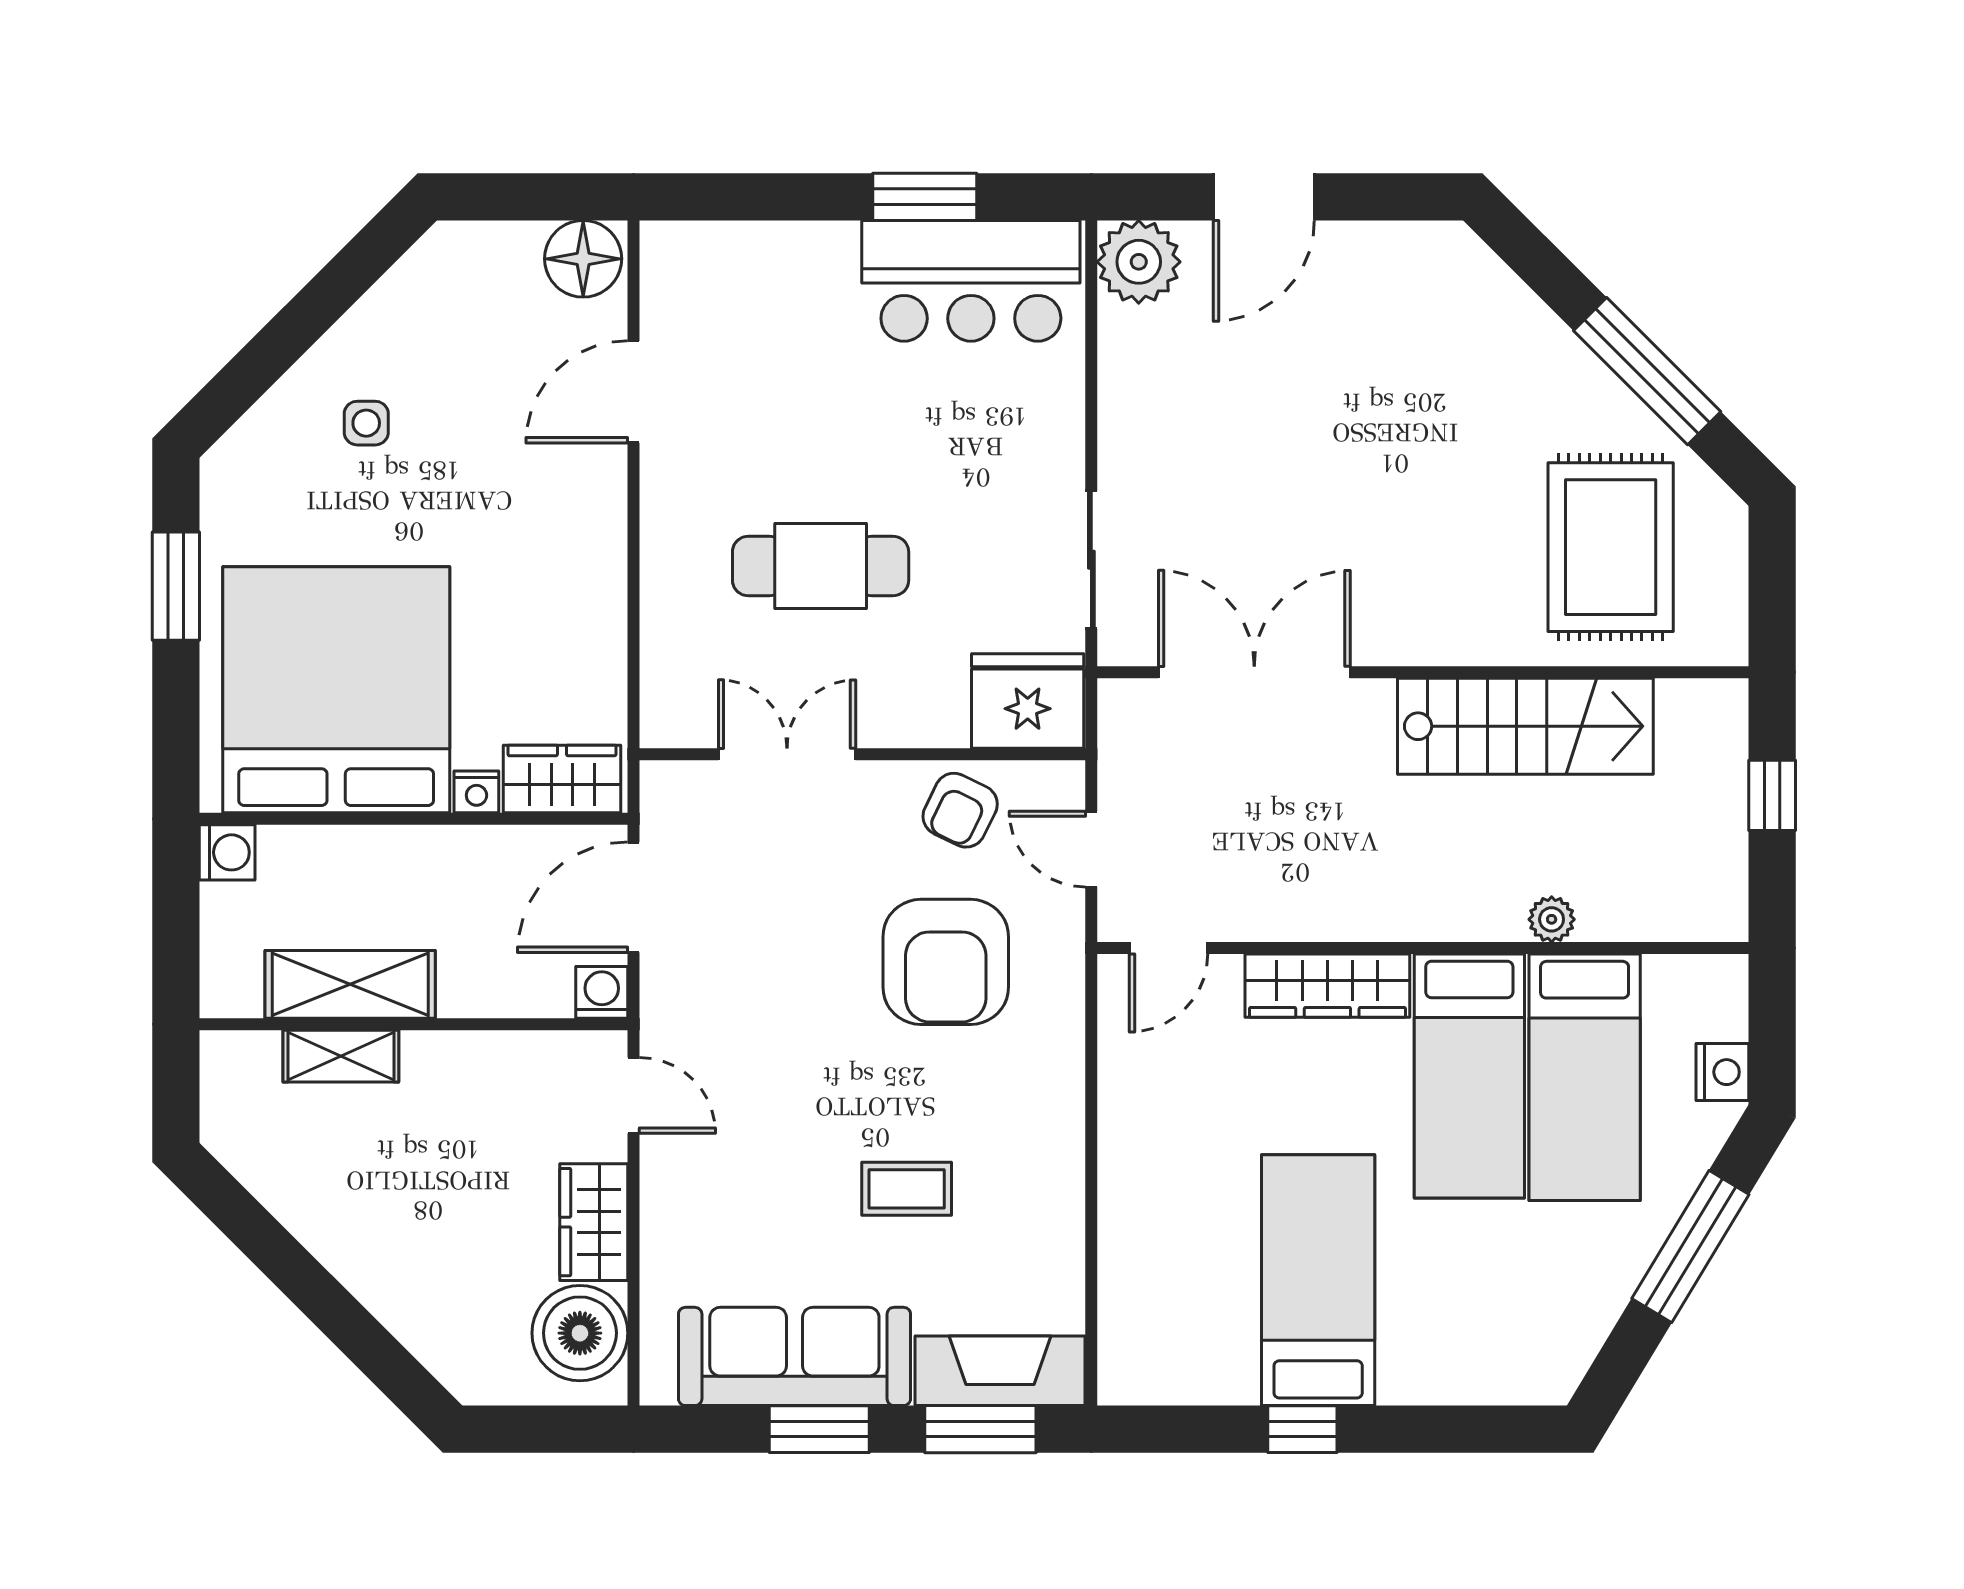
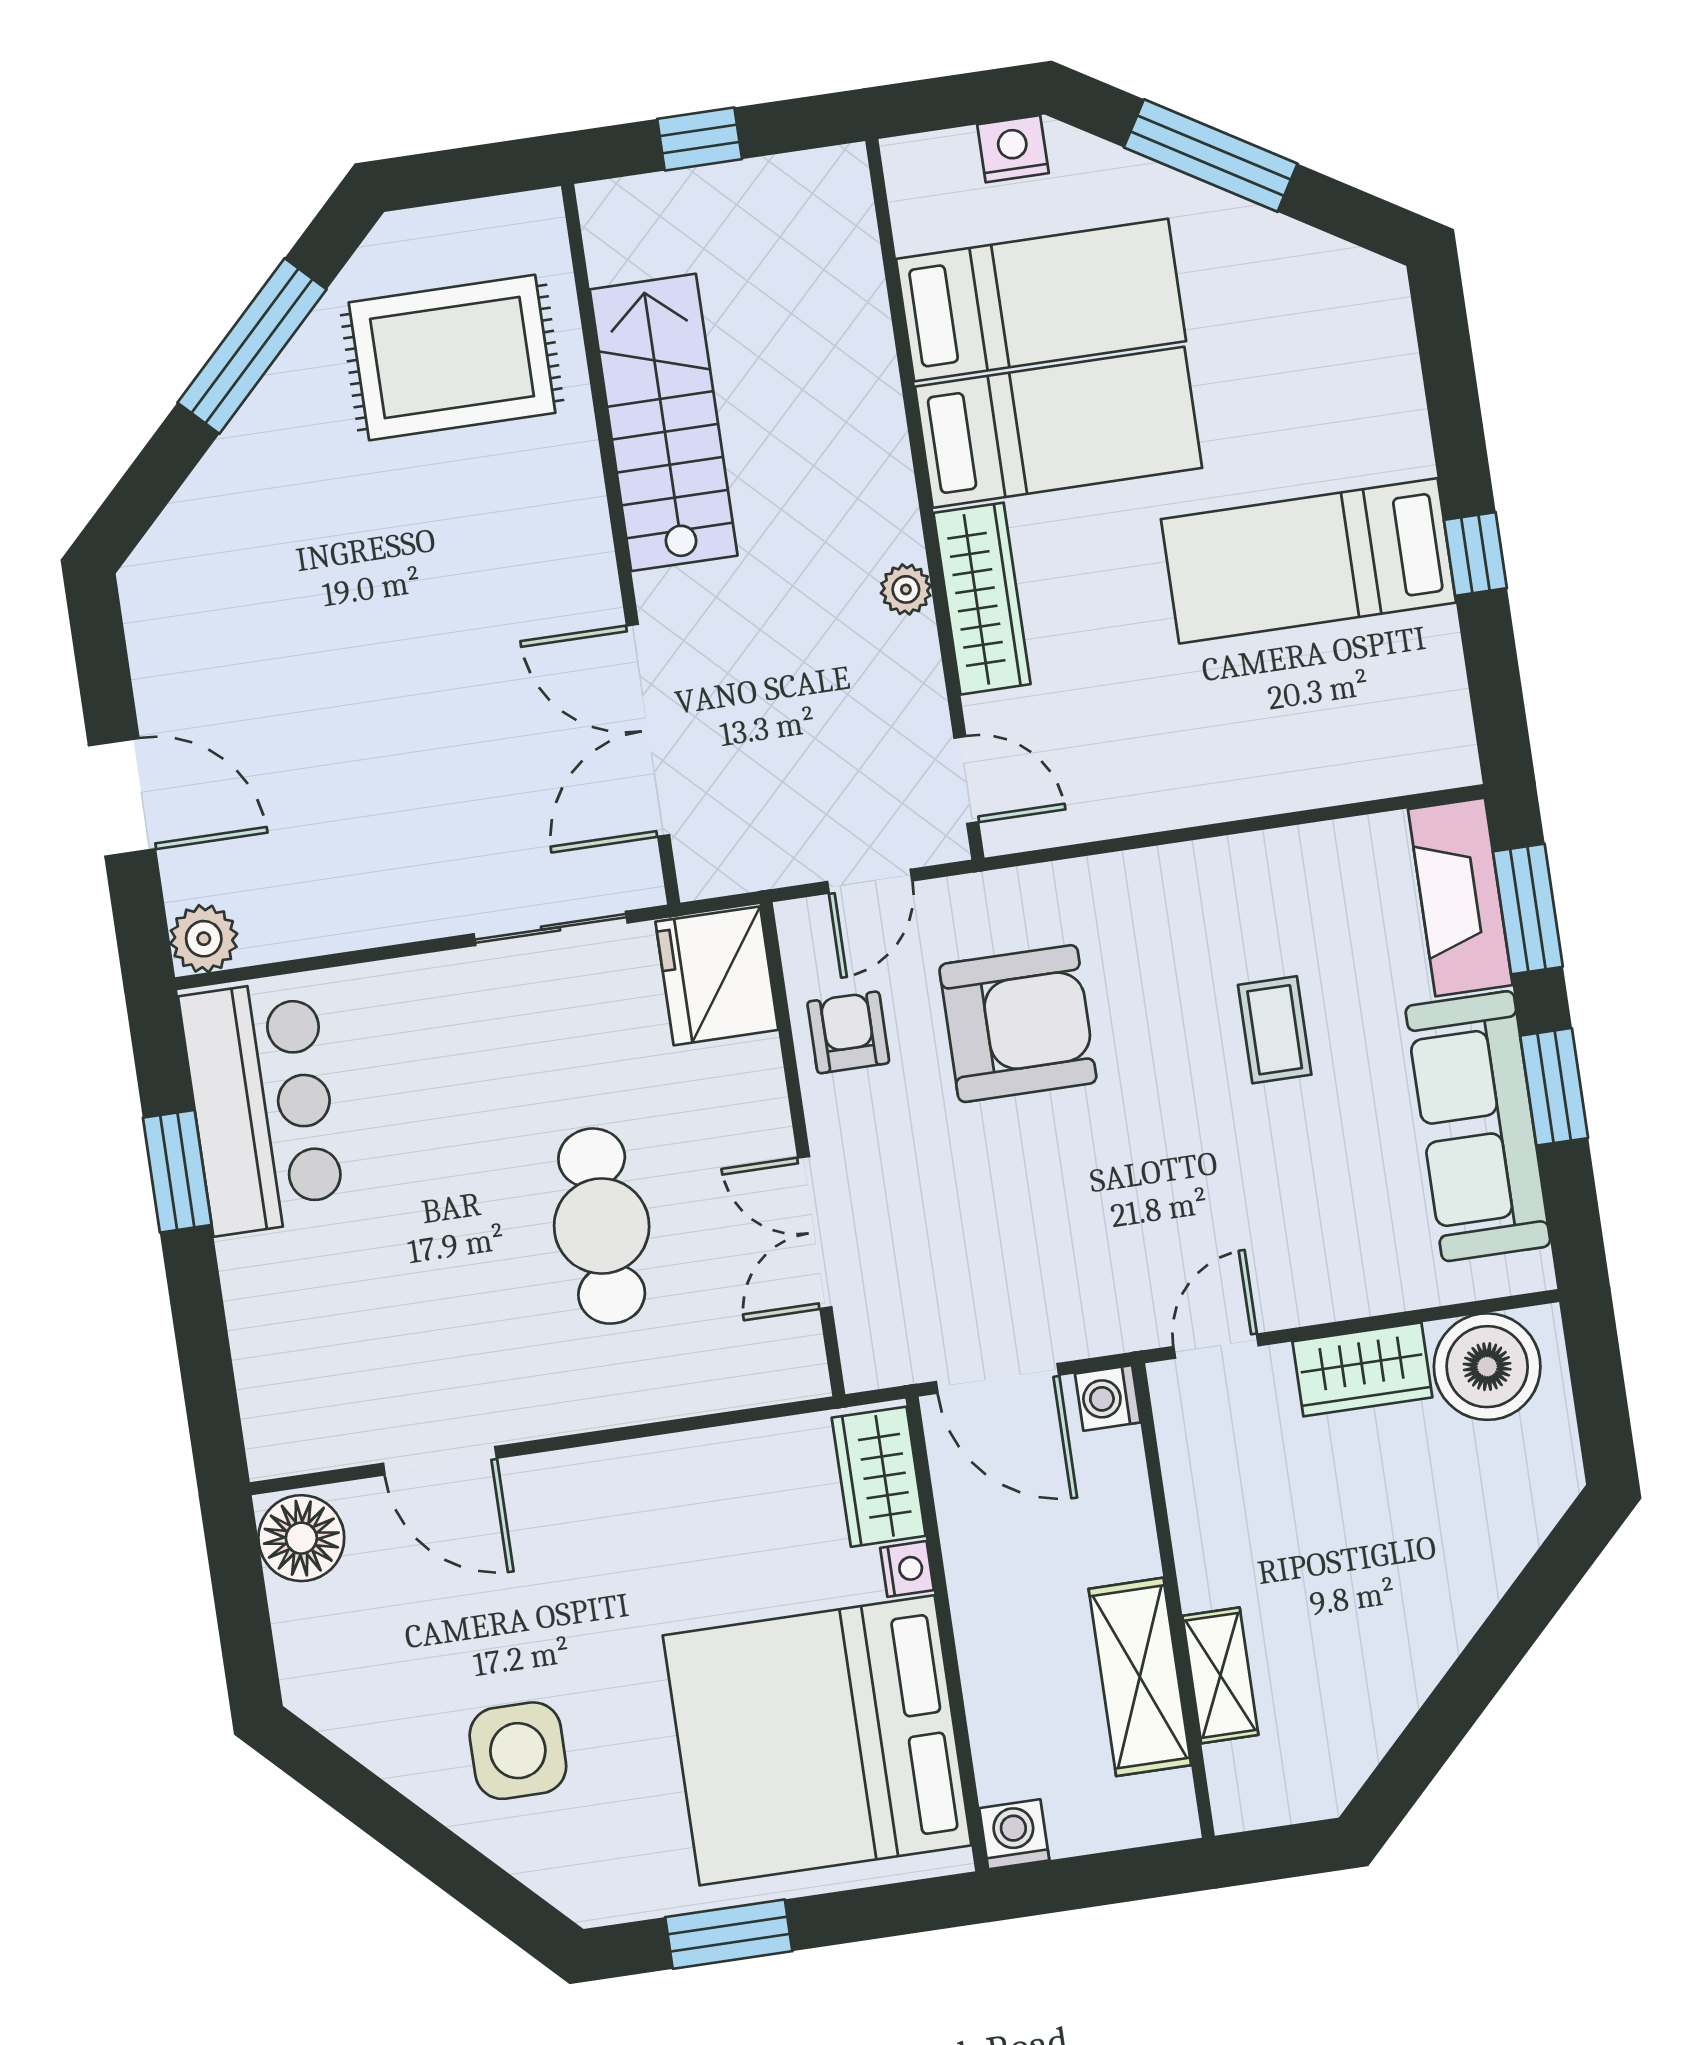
plant: (1139, 262) -> (204, 939), width x0.73, depth x0.73
side table: (366, 423) -> (518, 1751), width x1.87, depth x1.87
armchair: (960, 810) -> (848, 1032), turned -116
plant: (1552, 919) -> (906, 589), moved

